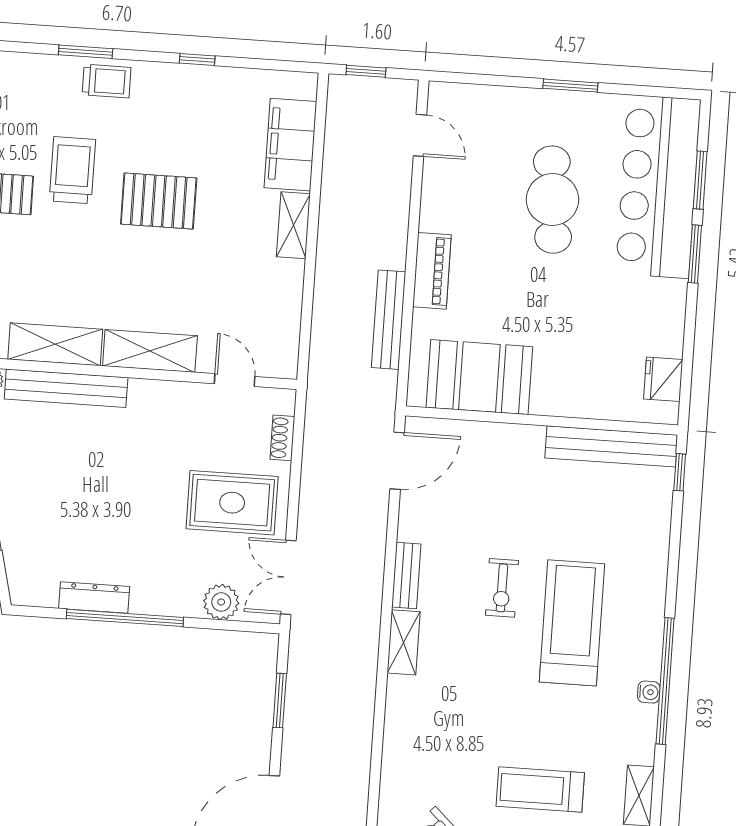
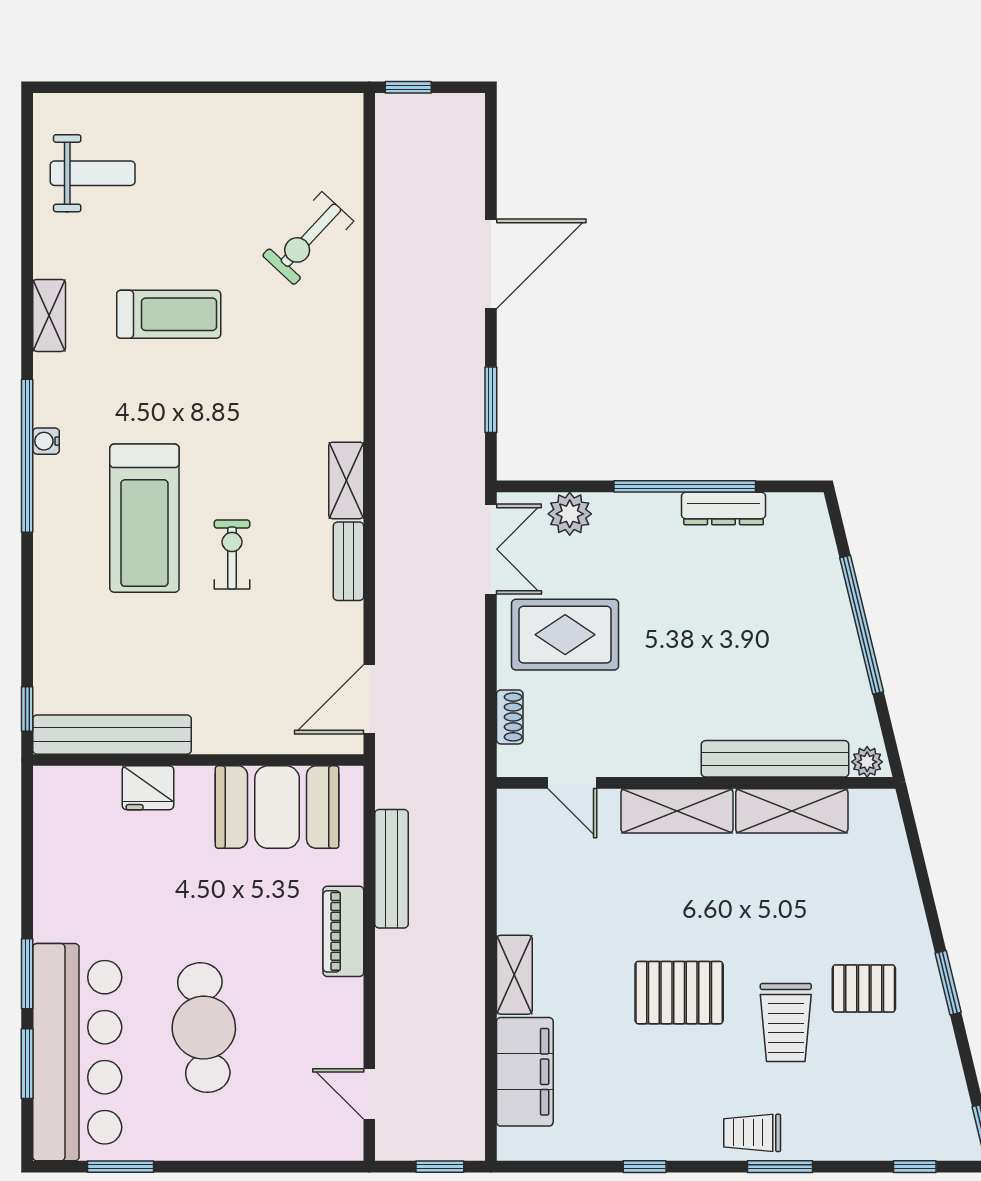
window: (570, 86) -> (121, 1167), moved
fridge: (663, 379) -> (148, 788), moved, turned 90

